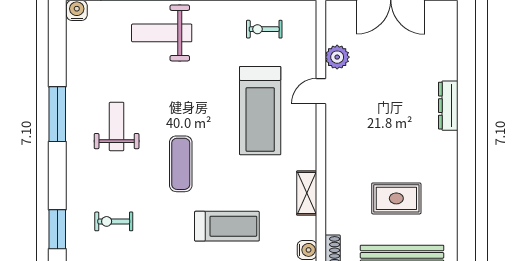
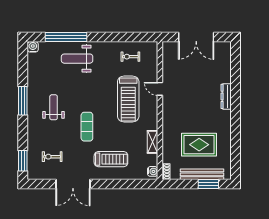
plant: (337, 57) -> (168, 71), removed
door: (321, 91) -> (160, 89), hinge flipped
rug: (396, 198) -> (199, 145), width x1.36, depth x1.43

